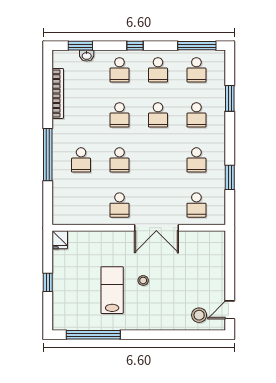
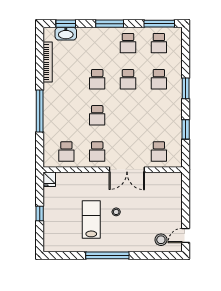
window: (135, 46) -> (110, 24), width x2.17
washbasin: (87, 56) -> (66, 34), width x1.91, depth x1.45
school desk: (119, 70) -> (97, 43), removed
window: (230, 98) -> (186, 88), moved
school desk: (81, 160) -> (66, 151), moved
school desk: (196, 160) -> (159, 115), removed
window: (93, 335) -> (107, 255), moved

